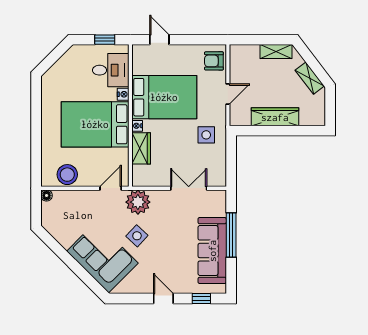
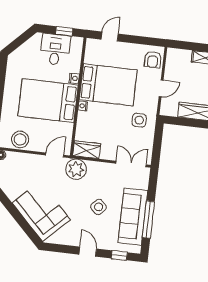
door: (159, 40) -> (110, 37), hinge flipped
armchair: (214, 61) -> (153, 60), turned -90
desk: (111, 70) -> (55, 49), moved, turned -90
wardrobe: (141, 148) -> (87, 150), moved, turned -90
double door: (189, 188) -> (131, 164), moved
window: (231, 235) -> (148, 220), moved
side table: (137, 236) -> (99, 207), moved

